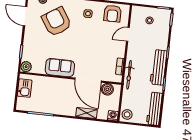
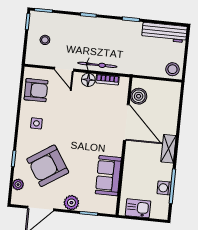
floor lamp: (120, 52) -> (88, 80), added
plant: (26, 67) -> (71, 203), moved
workbench: (158, 67) -> (108, 27), removed
sofa: (60, 68) -> (108, 176), moved
bicycle: (129, 75) -> (97, 65), moved
door: (88, 80) -> (126, 122), hinge flipped
shelving: (86, 113) -> (168, 149), moved
washing machine: (113, 116) -> (164, 188), moved

